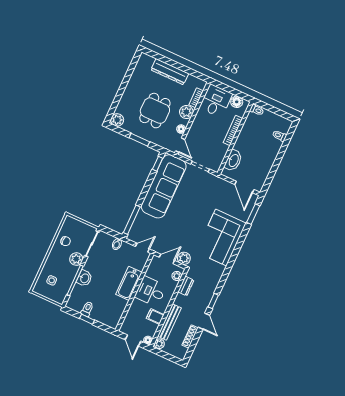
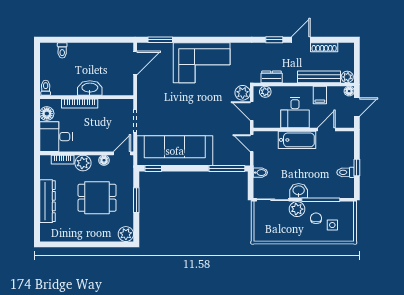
washbasin: (233, 160) -> (90, 88), moved
chair: (66, 241) -> (316, 218), moved
washbasin: (84, 278) -> (299, 191), moved
door: (127, 309) -> (326, 129), added

